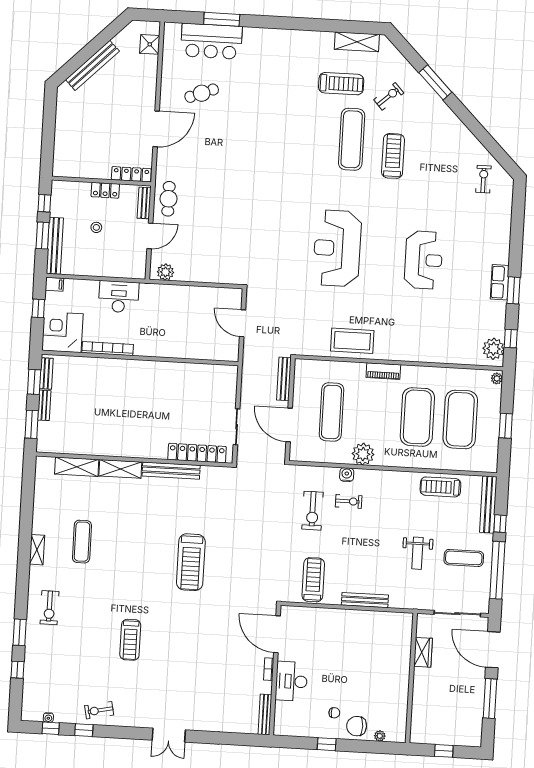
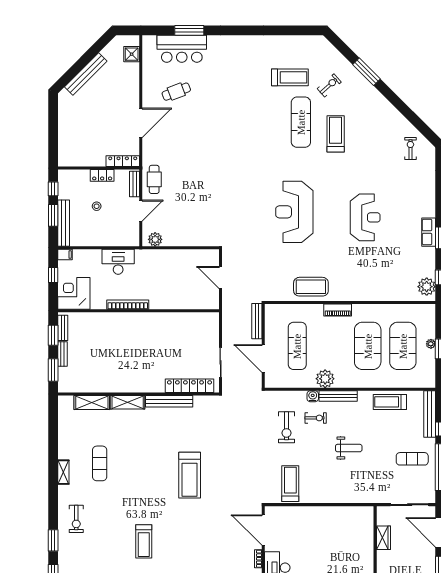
shelving: (357, 42) -> (301, 42), removed
bookcase: (108, 349) -> (128, 305), moved
plant: (497, 378) -> (431, 344), moved
weight bench: (417, 553) -> (349, 448), moved, turned -90
bench: (365, 600) -> (338, 396), moved

